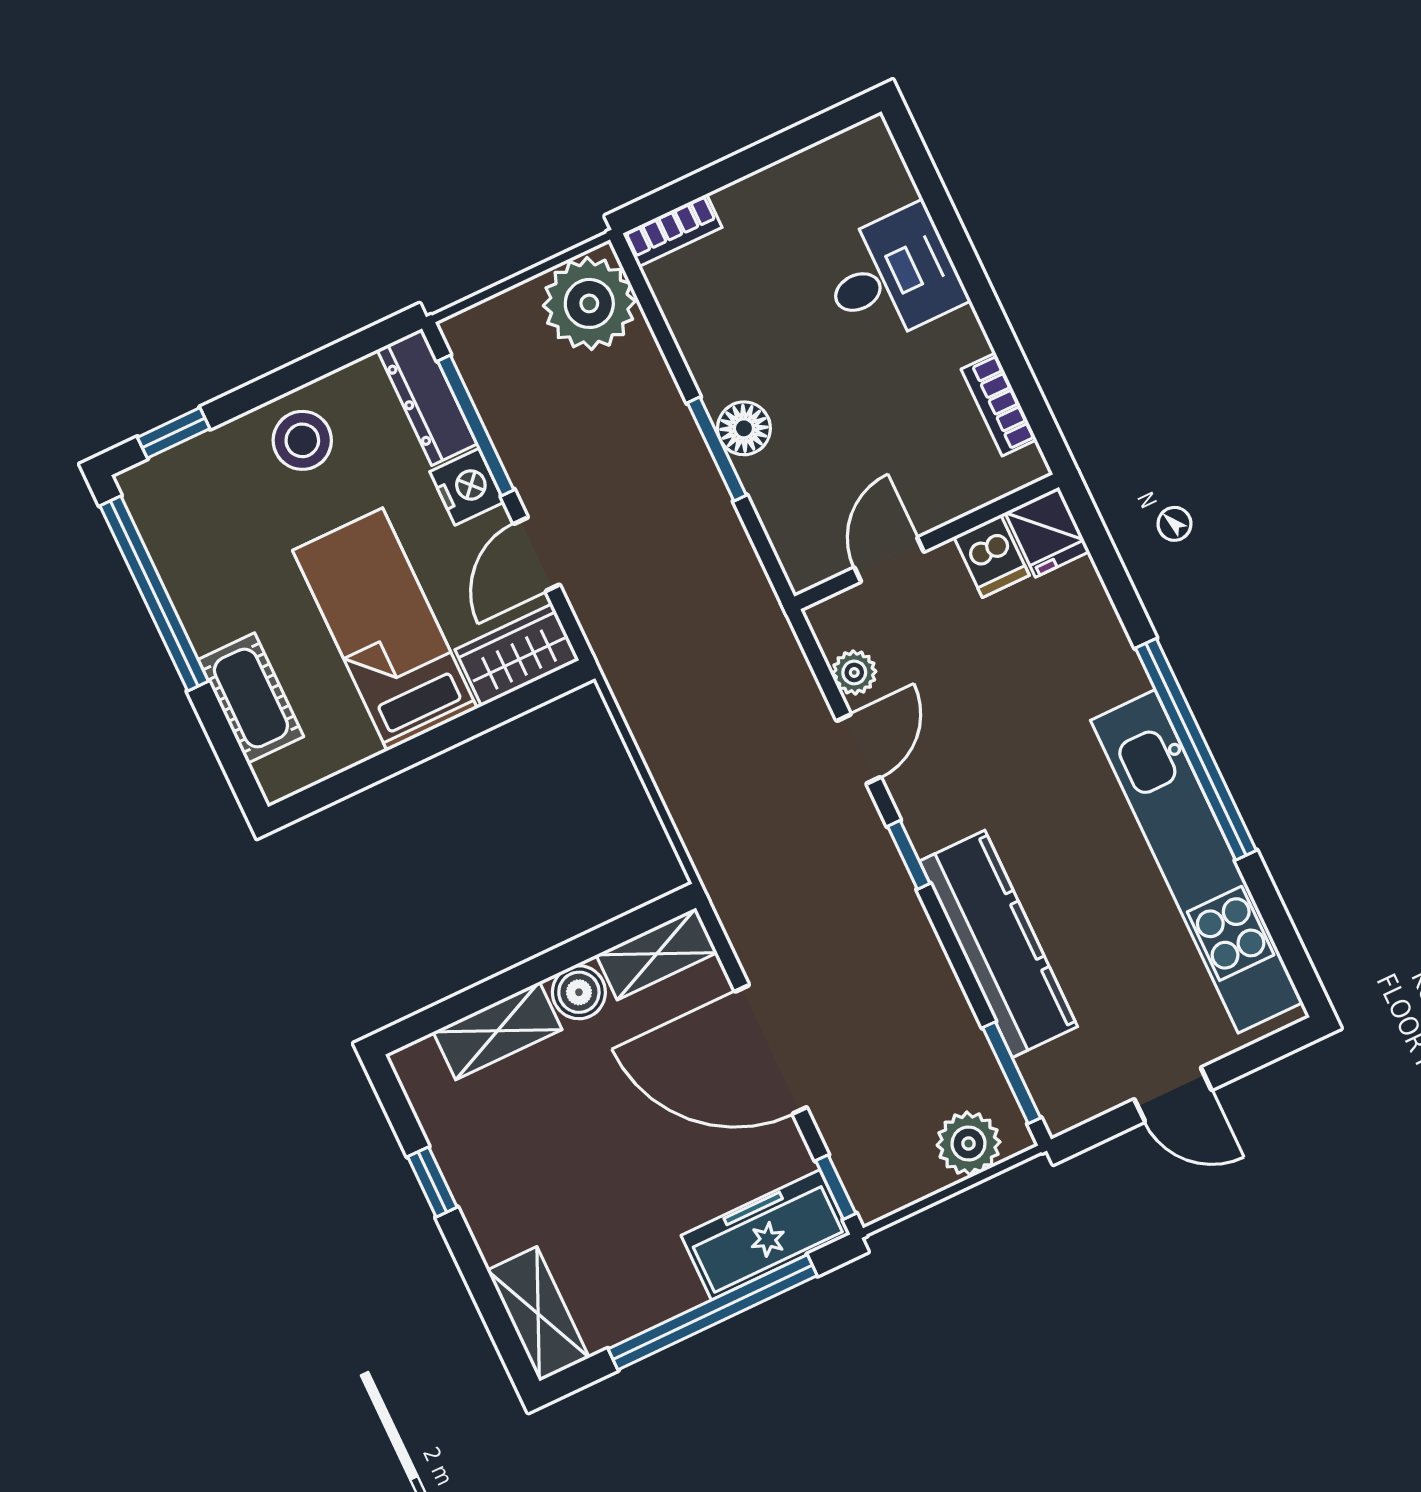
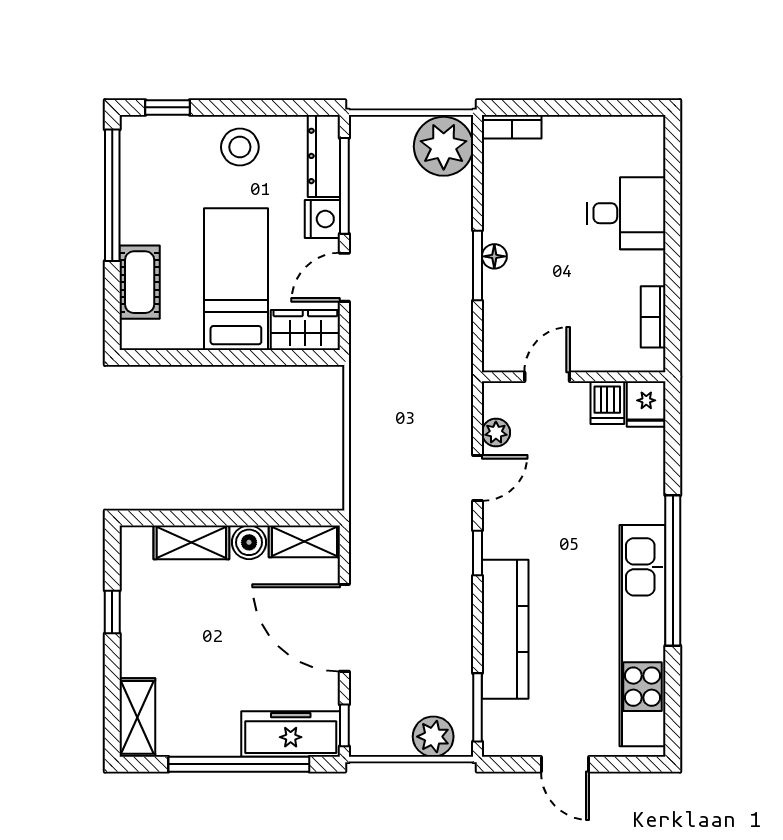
floor lamp: (744, 428) -> (494, 256), width x0.73, depth x0.73

